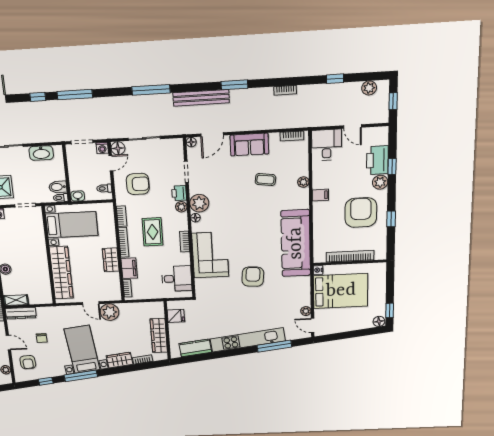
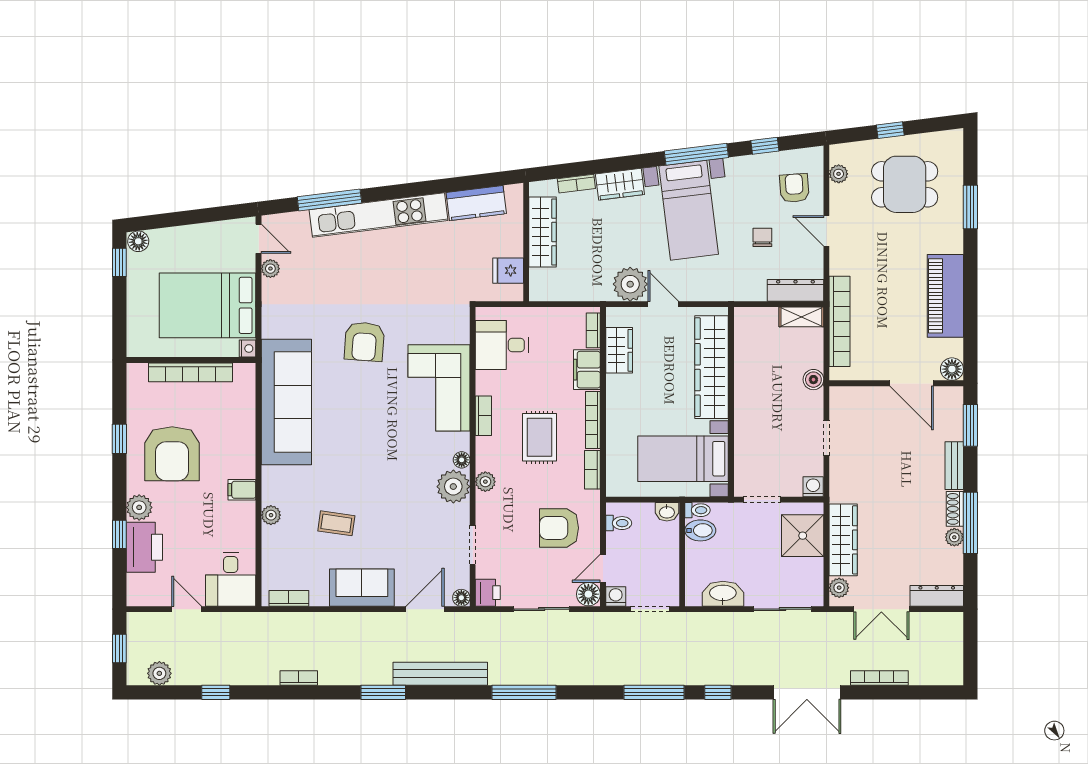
printer: (179, 193) -> (488, 593), moved
wardrobe: (111, 260) -> (619, 350), moved

